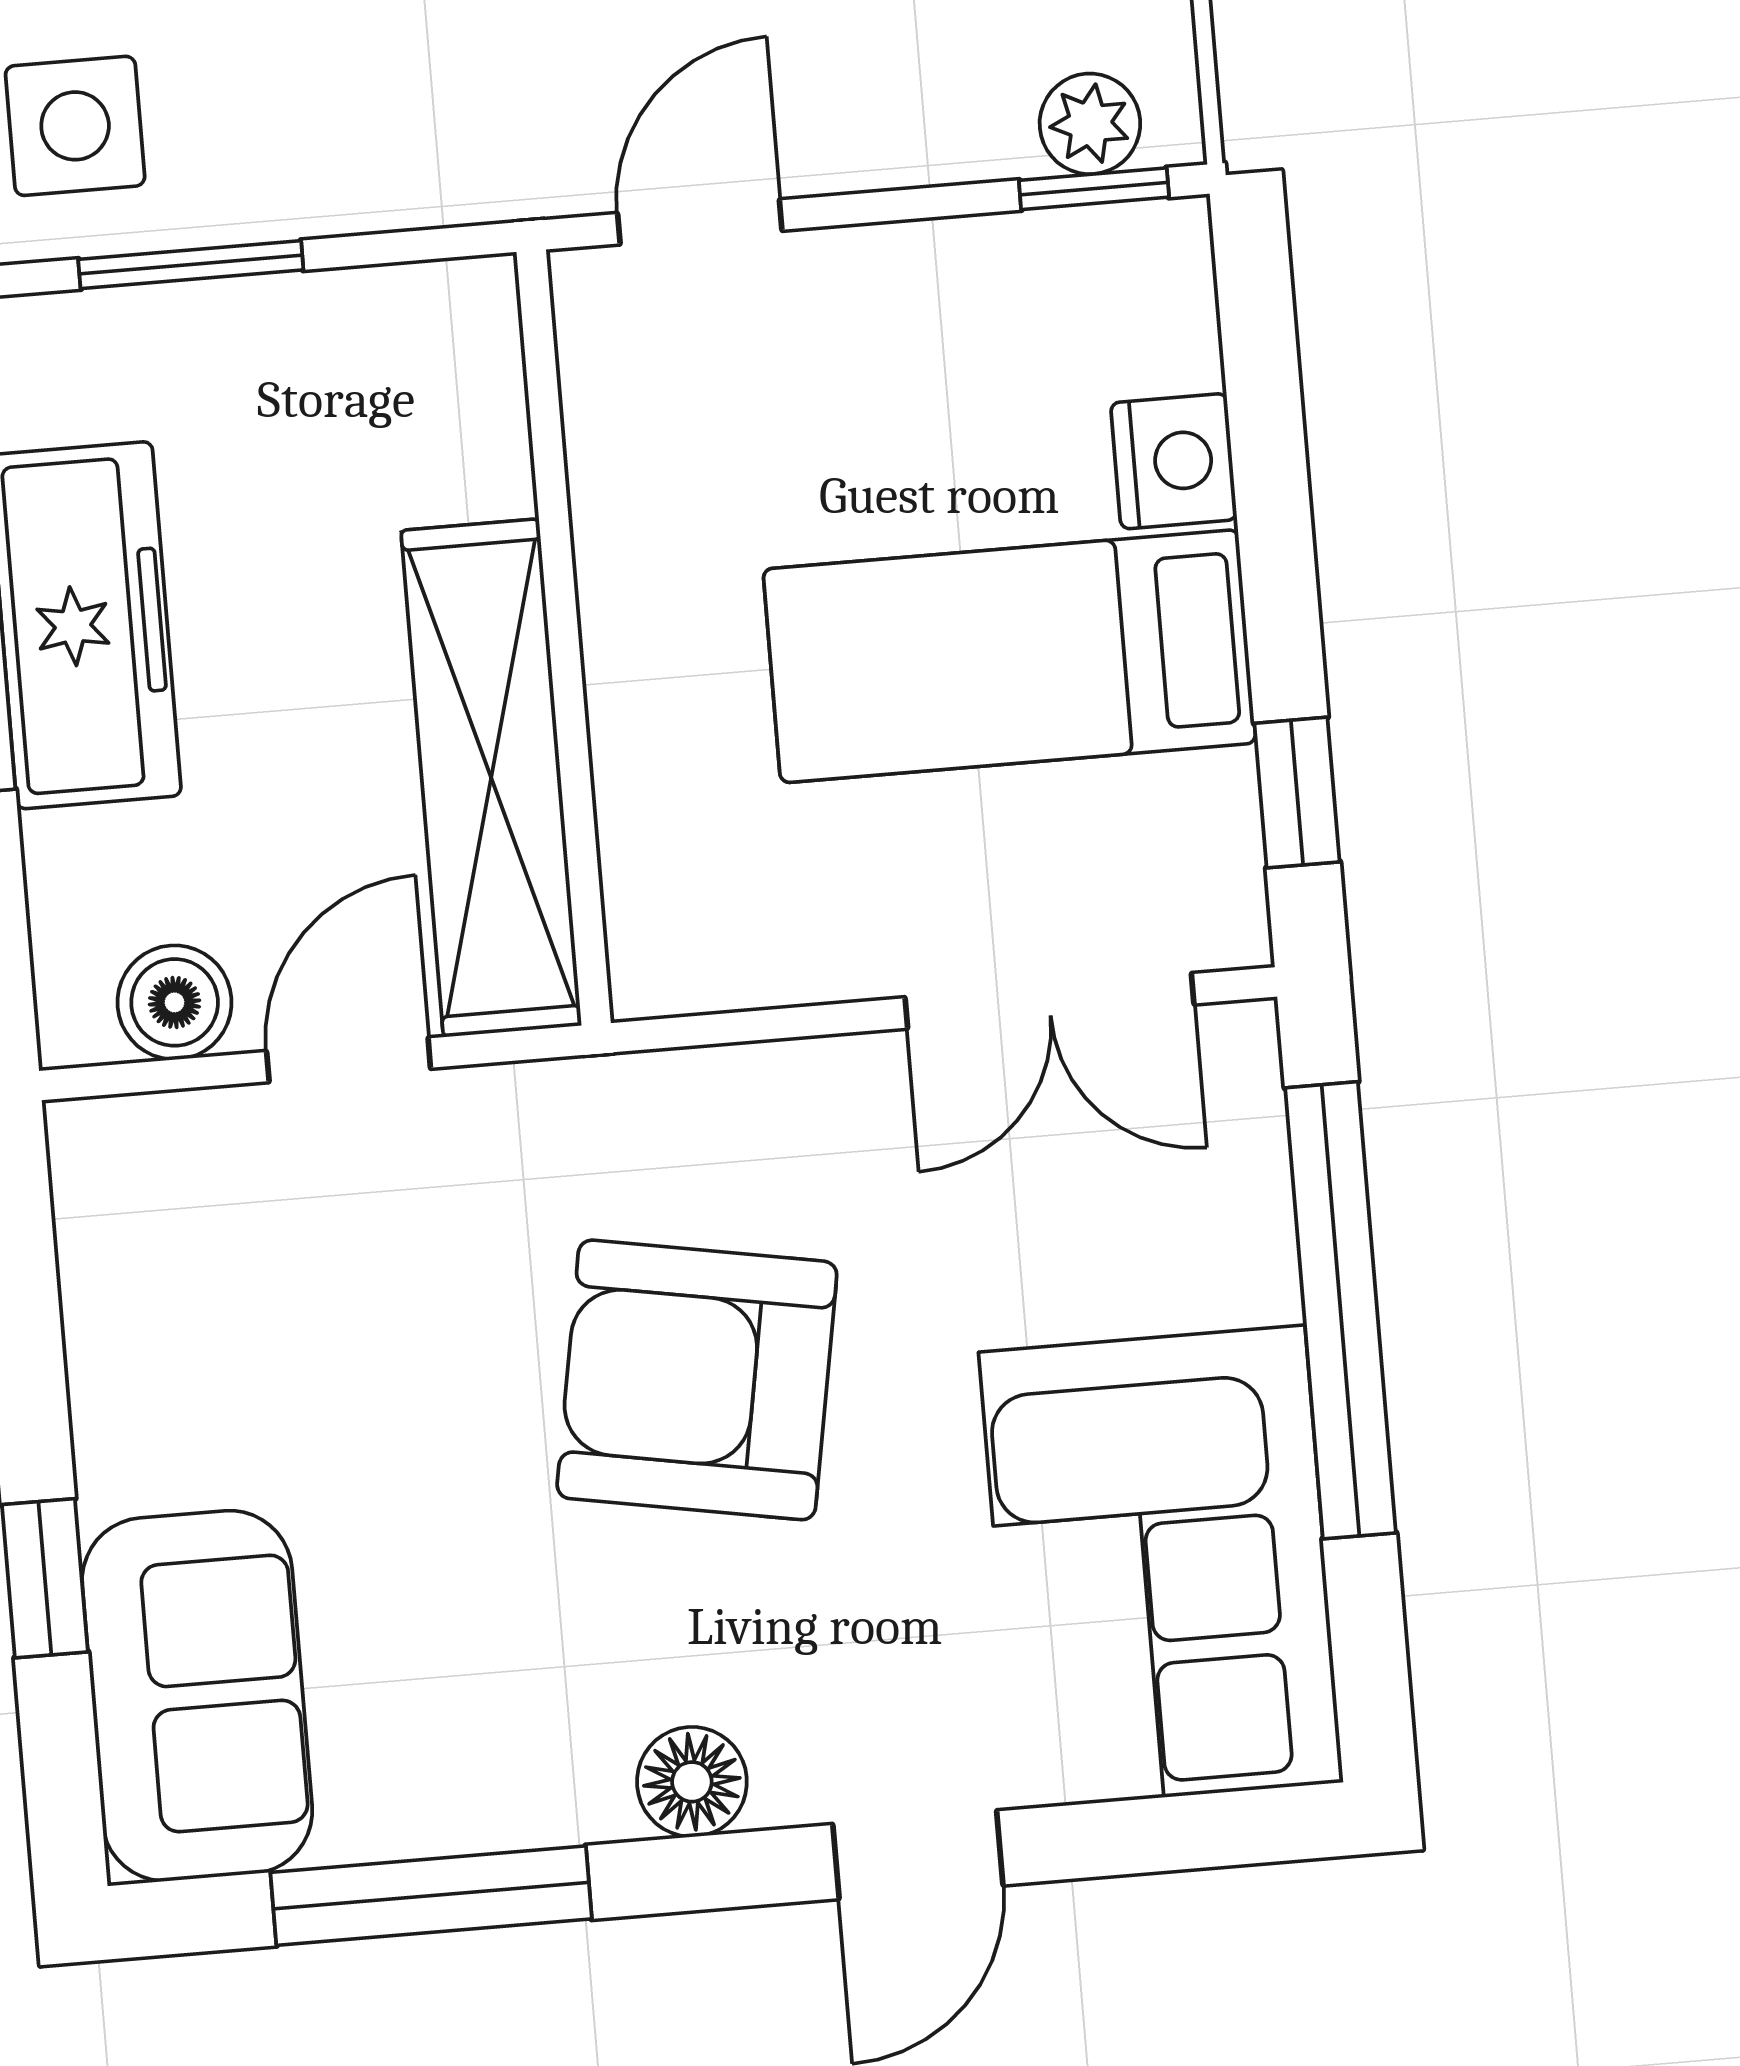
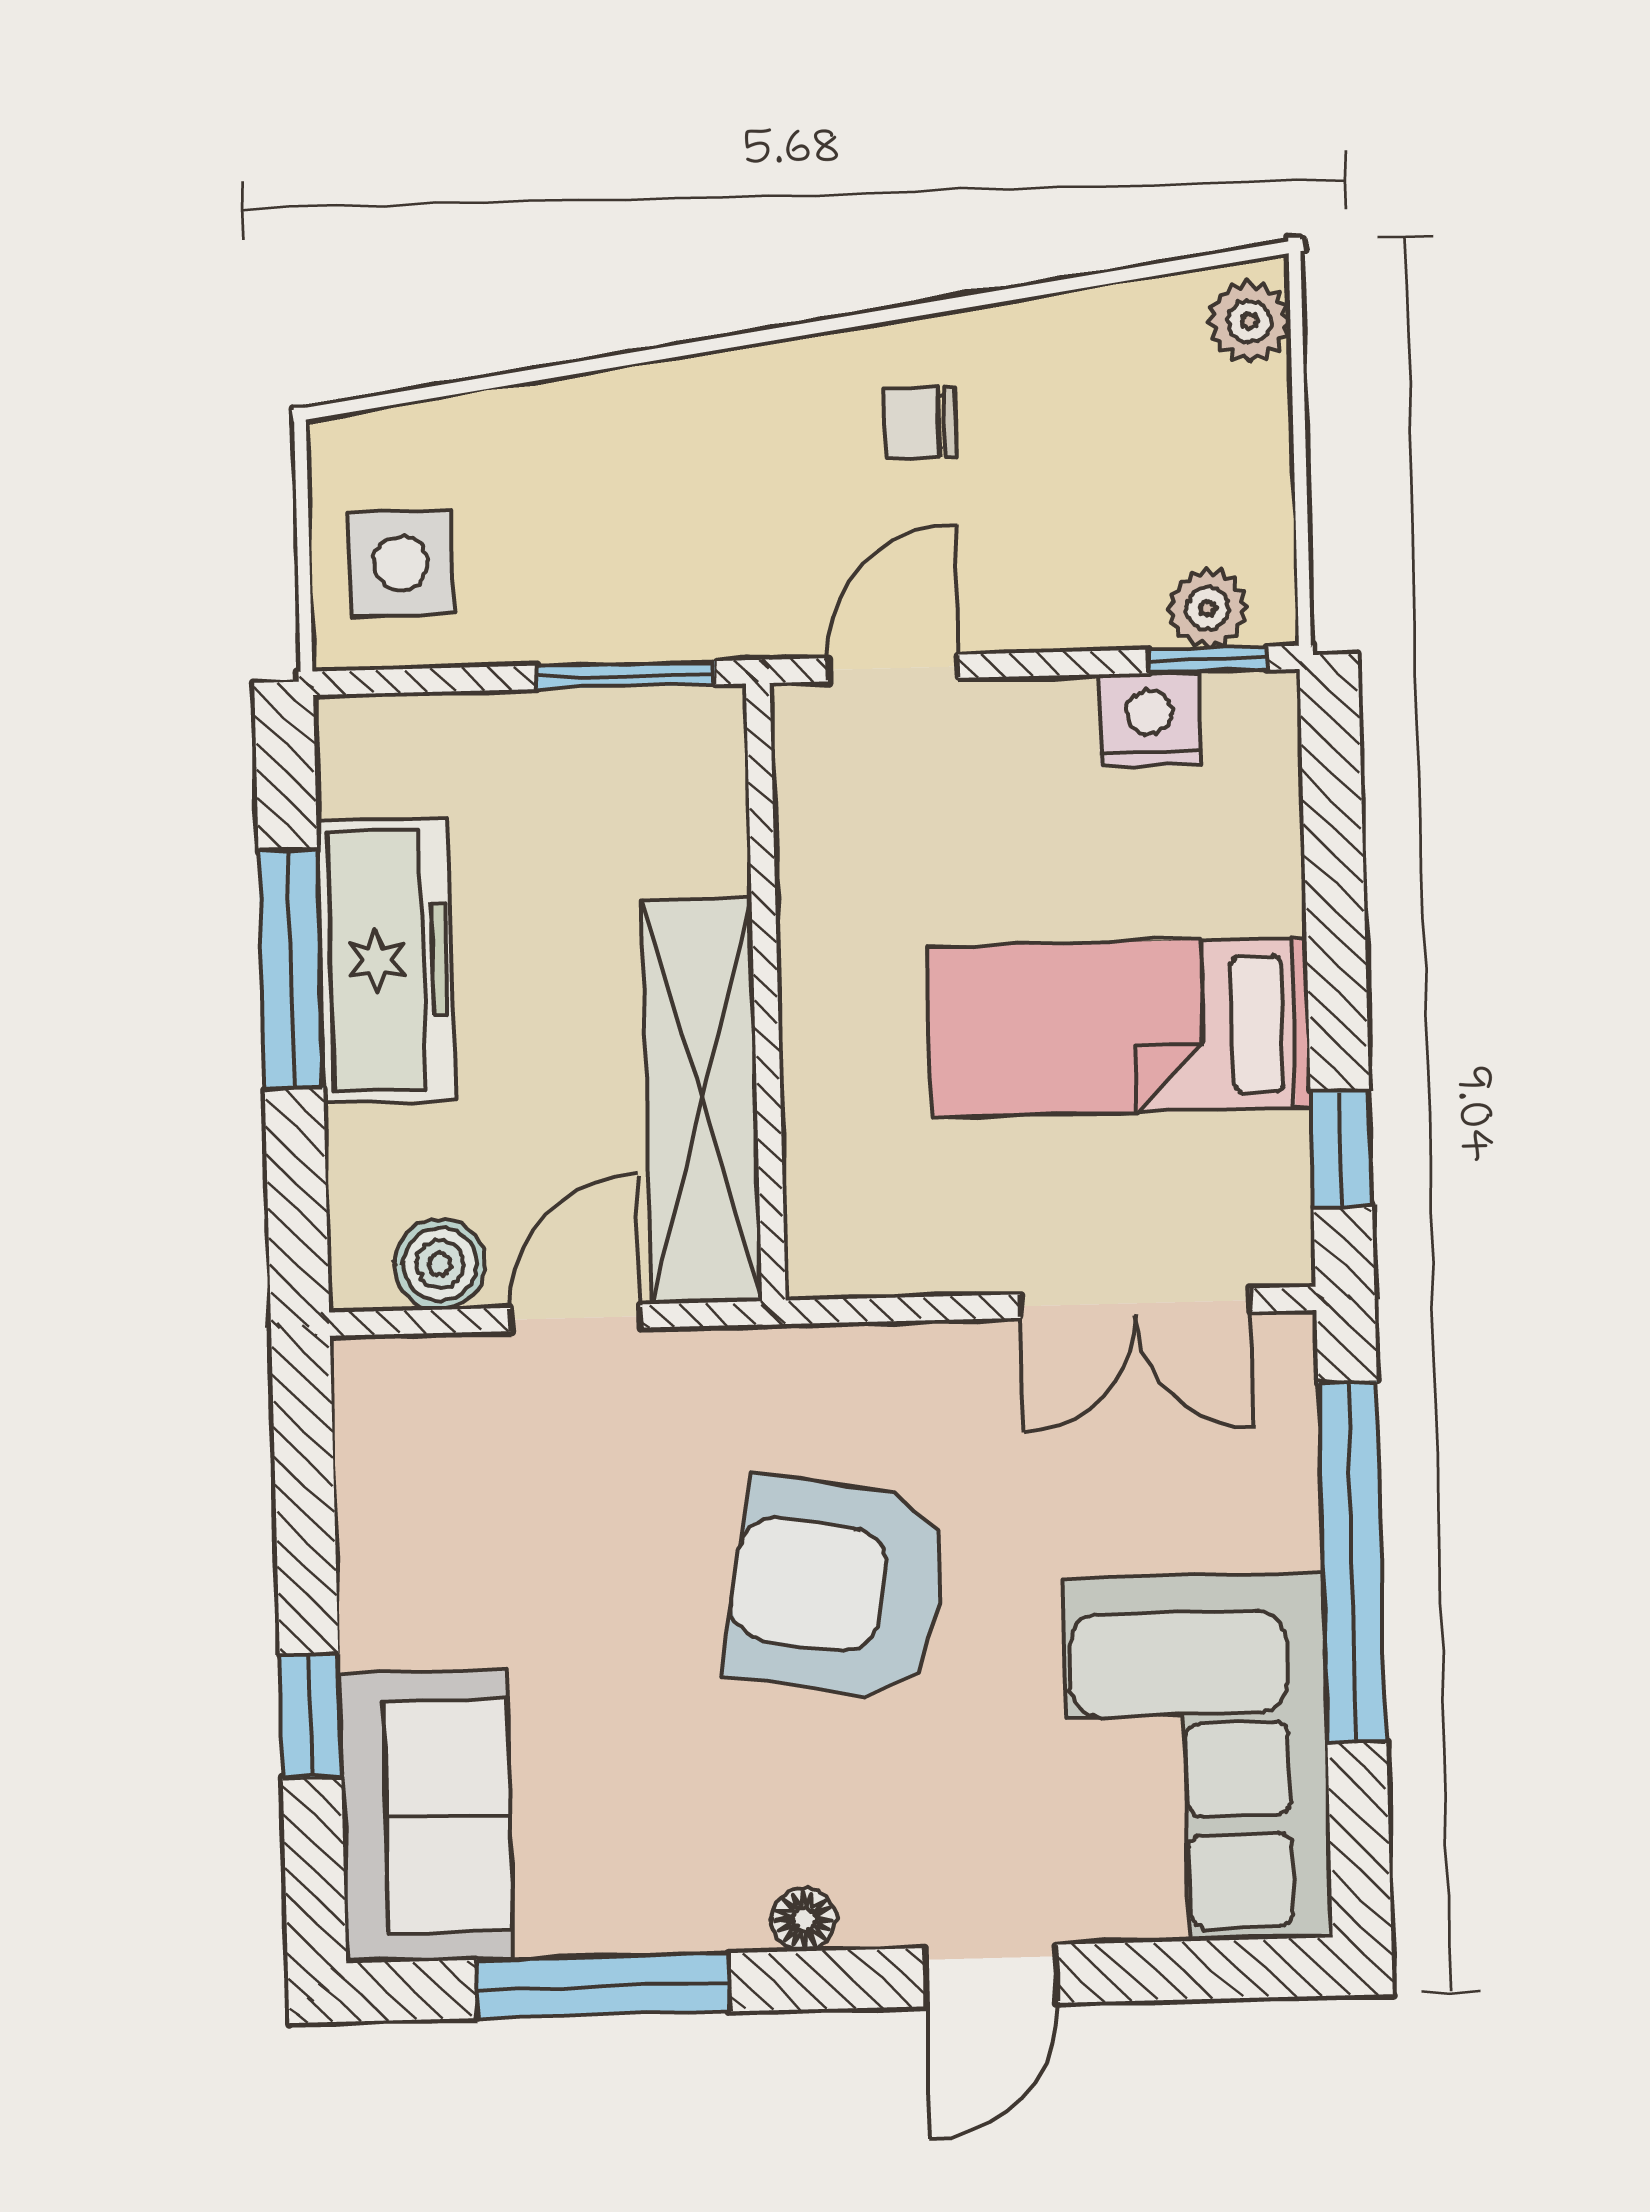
window: (191, 265) -> (626, 675), moved
nightstand: (1174, 461) -> (1150, 719), moved, turned -90
floor lamp: (692, 1782) -> (804, 1919), width x0.73, depth x0.73

